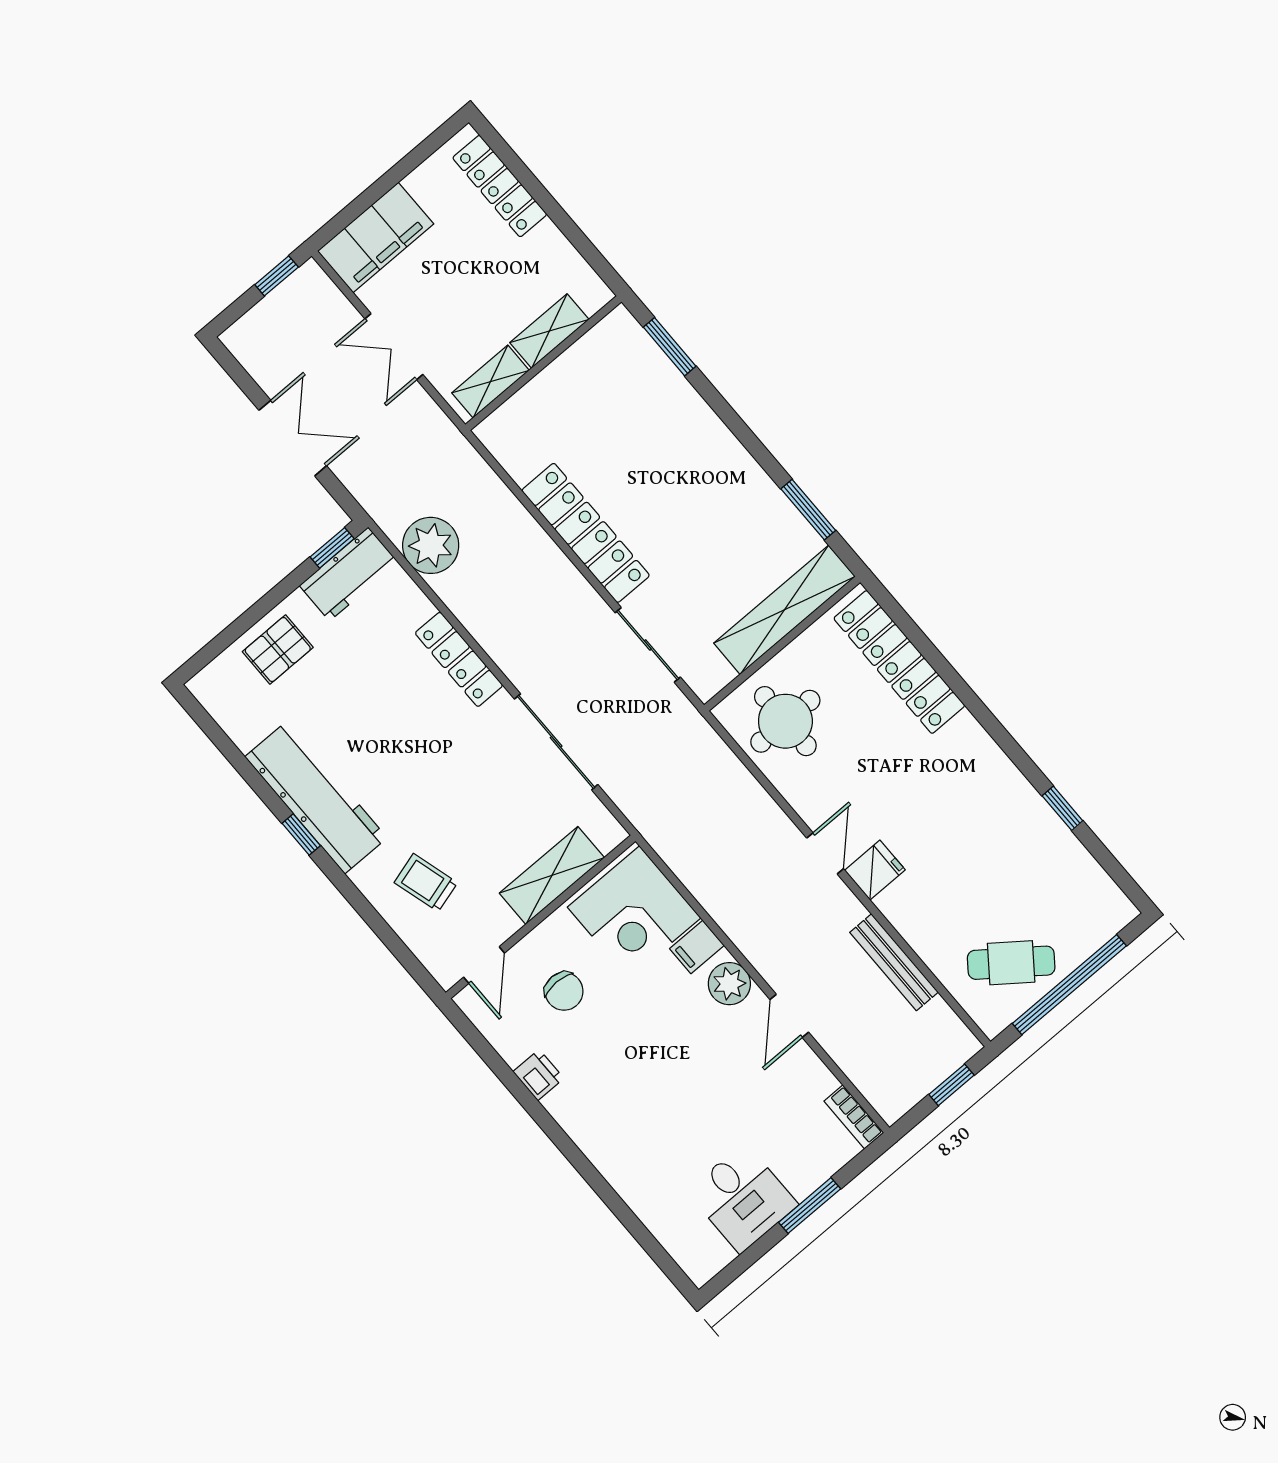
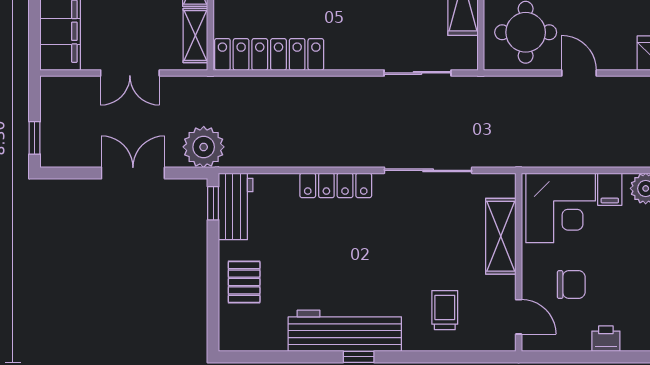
window: (277, 276) -> (35, 138), moved
locker: (586, 533) -> (269, 54), moved
plant: (431, 545) -> (204, 147), moved
door: (825, 853) -> (579, 73), moved
trolley: (426, 883) -> (445, 310), turned 106

